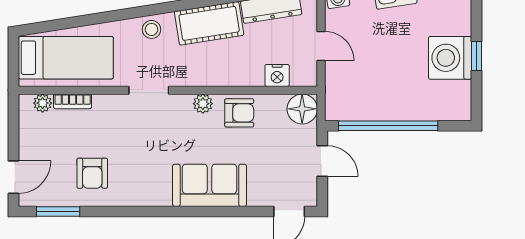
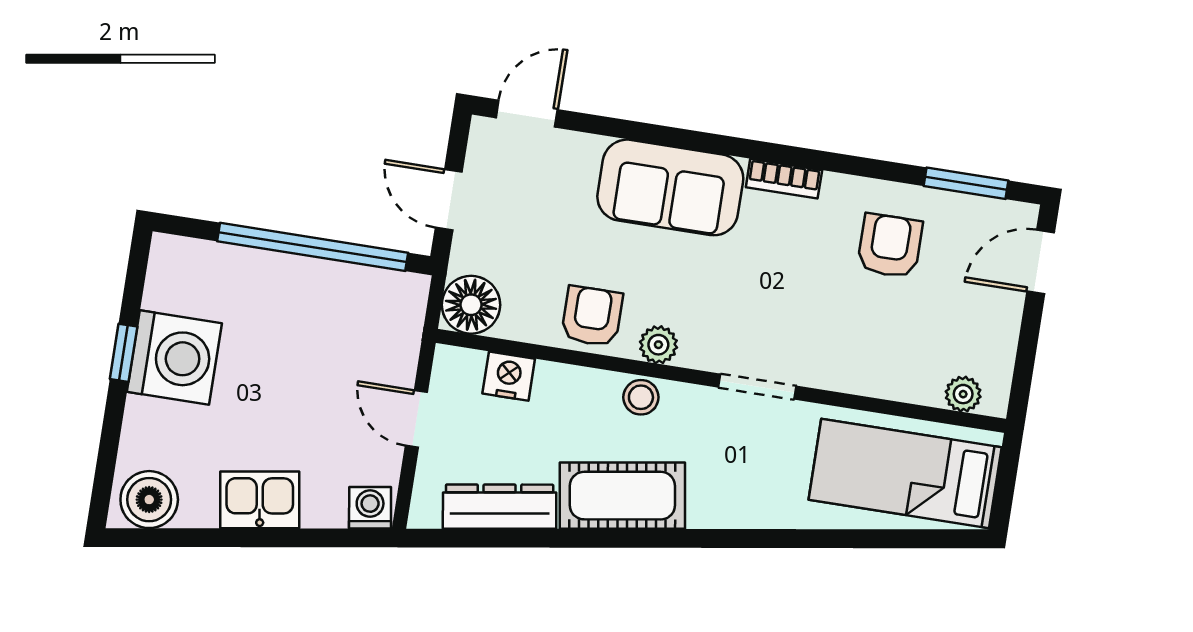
stool: (152, 29) -> (641, 397), moved
bookcase: (73, 101) -> (784, 179), moved, turned 180
armchair: (239, 113) -> (592, 316), turned 90

